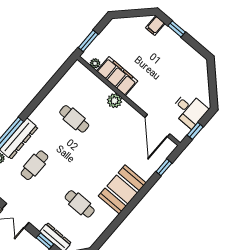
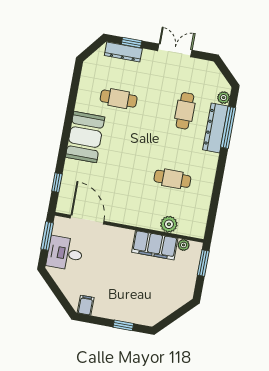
filing cabinet: (155, 26) -> (86, 305), moved
plant: (115, 101) -> (169, 224), moved
window: (195, 131) -> (47, 236), width x1.50

